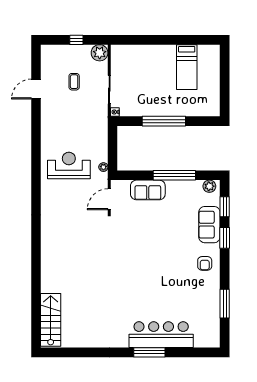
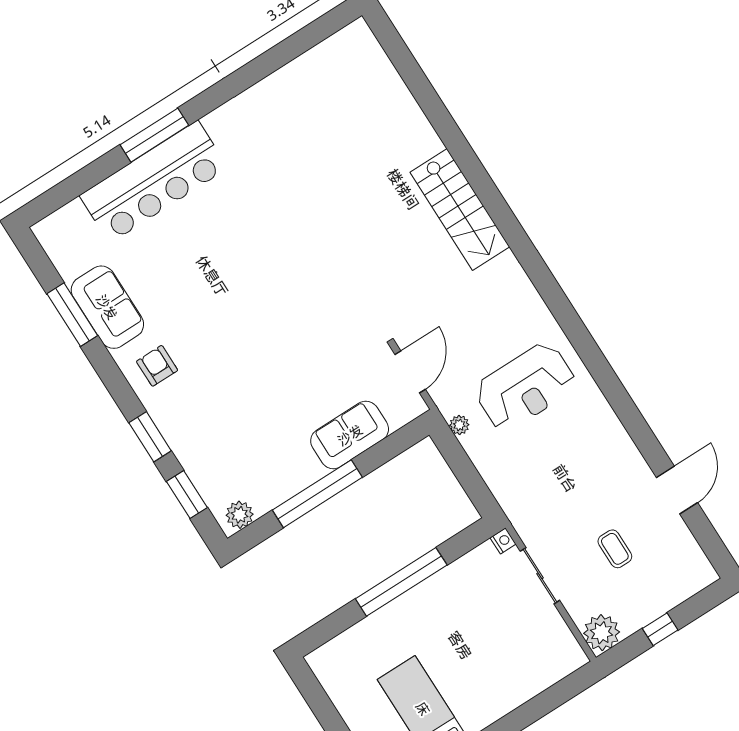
sofa: (209, 225) -> (107, 307), moved
stairs: (51, 320) -> (460, 209), moved

